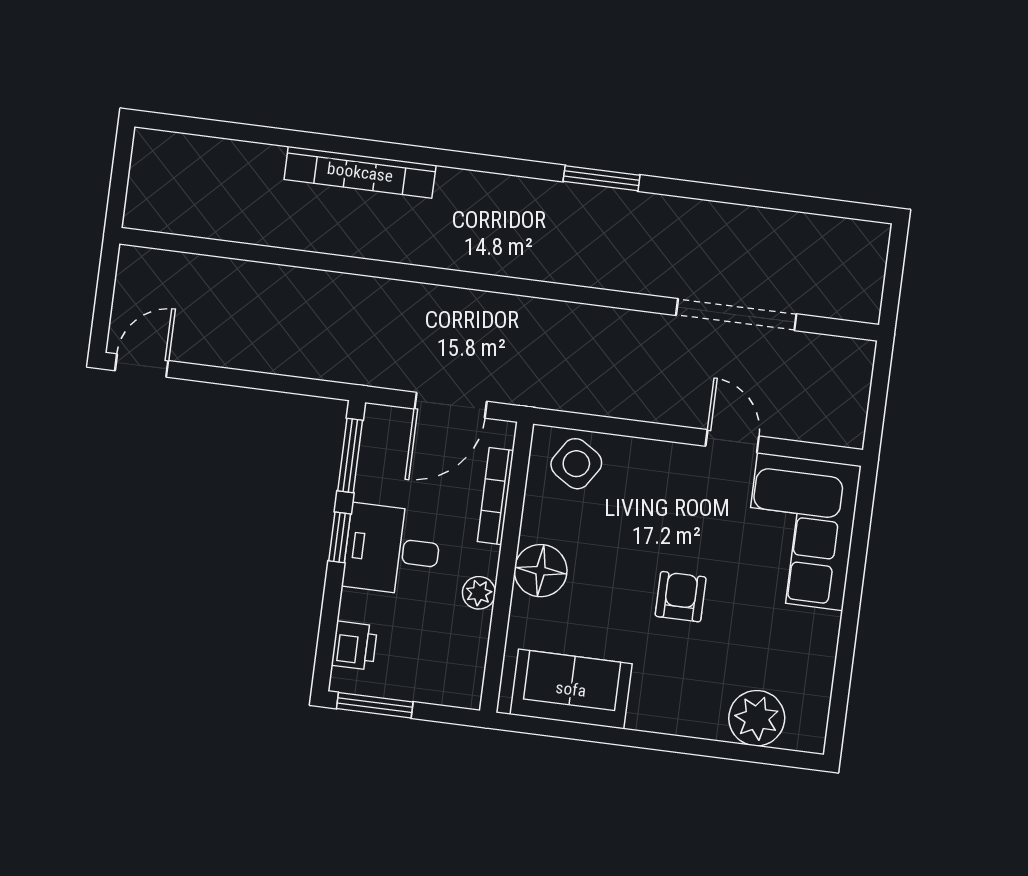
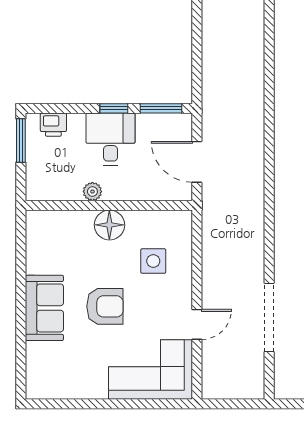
side table: (576, 464) -> (153, 261), moved, turned -33
bookcase: (495, 496) -> (149, 194), removed
armchair: (681, 597) -> (105, 306), width x1.38, depth x1.38
sofa: (571, 689) -> (44, 308), moved
plant: (757, 718) -> (41, 358), removed

